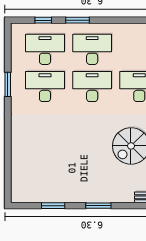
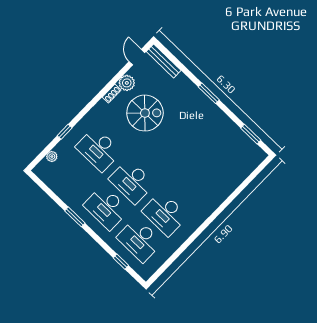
window: (77, 20) -> (75, 217), moved
window: (8, 84) -> (190, 241), removed
window: (53, 206) -> (251, 134), moved

